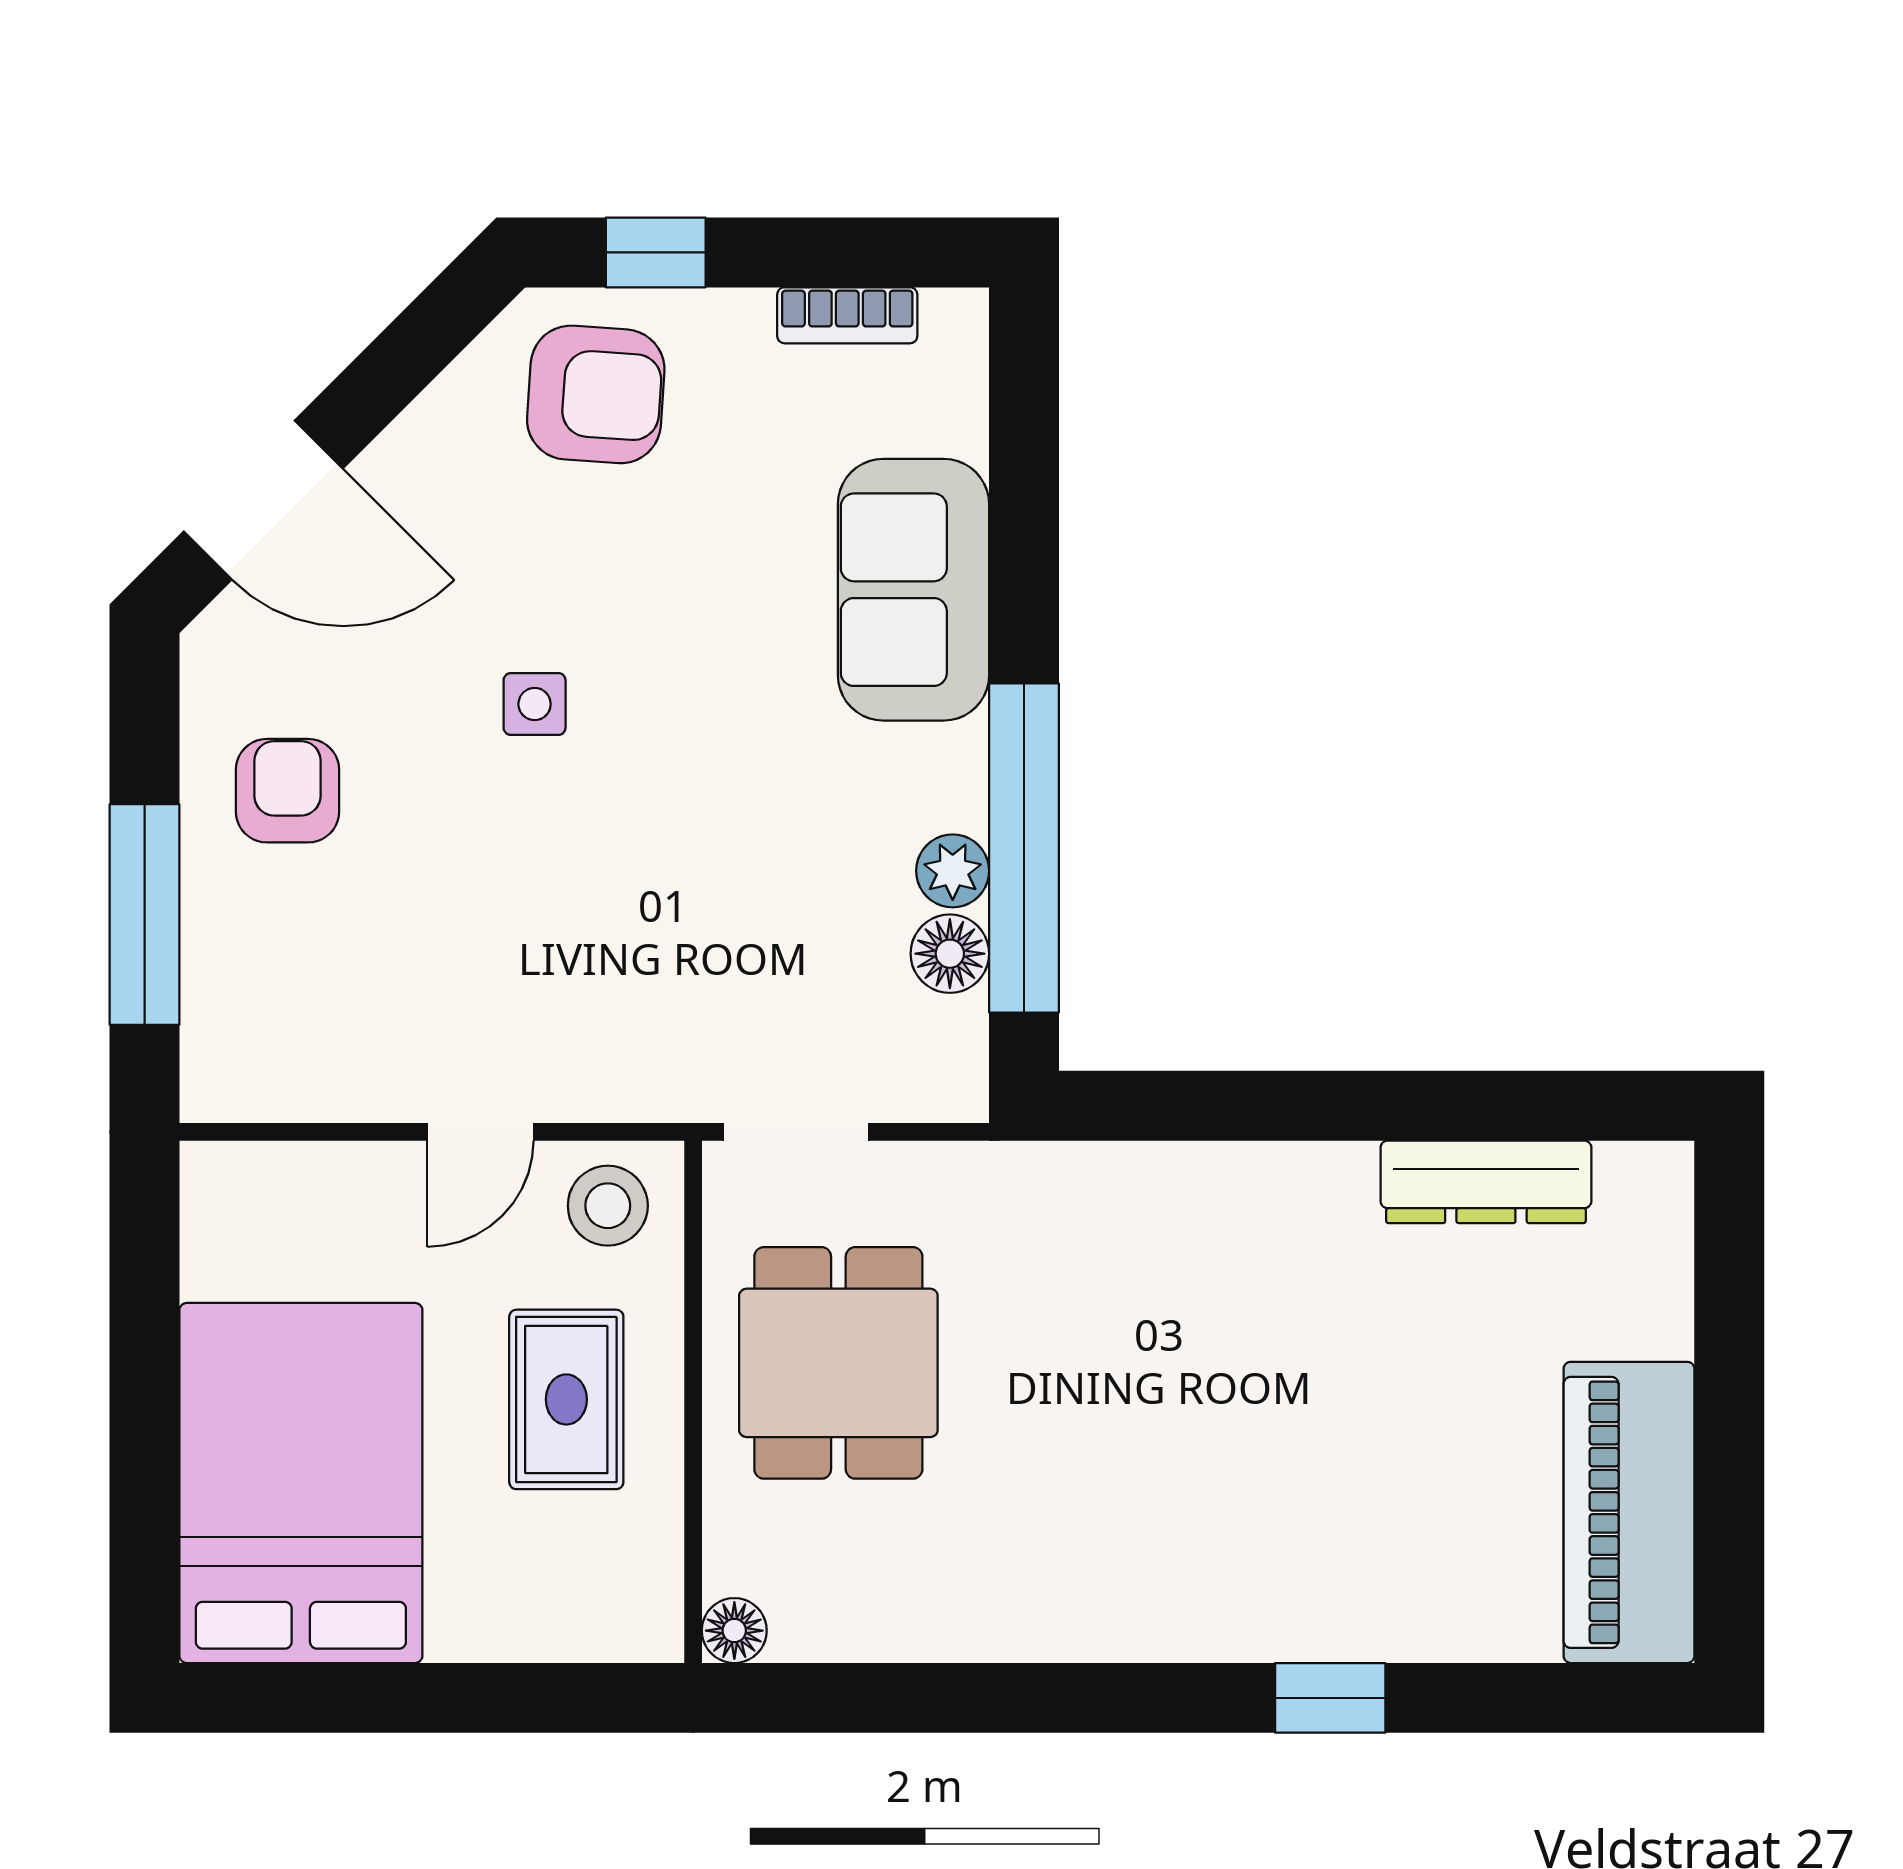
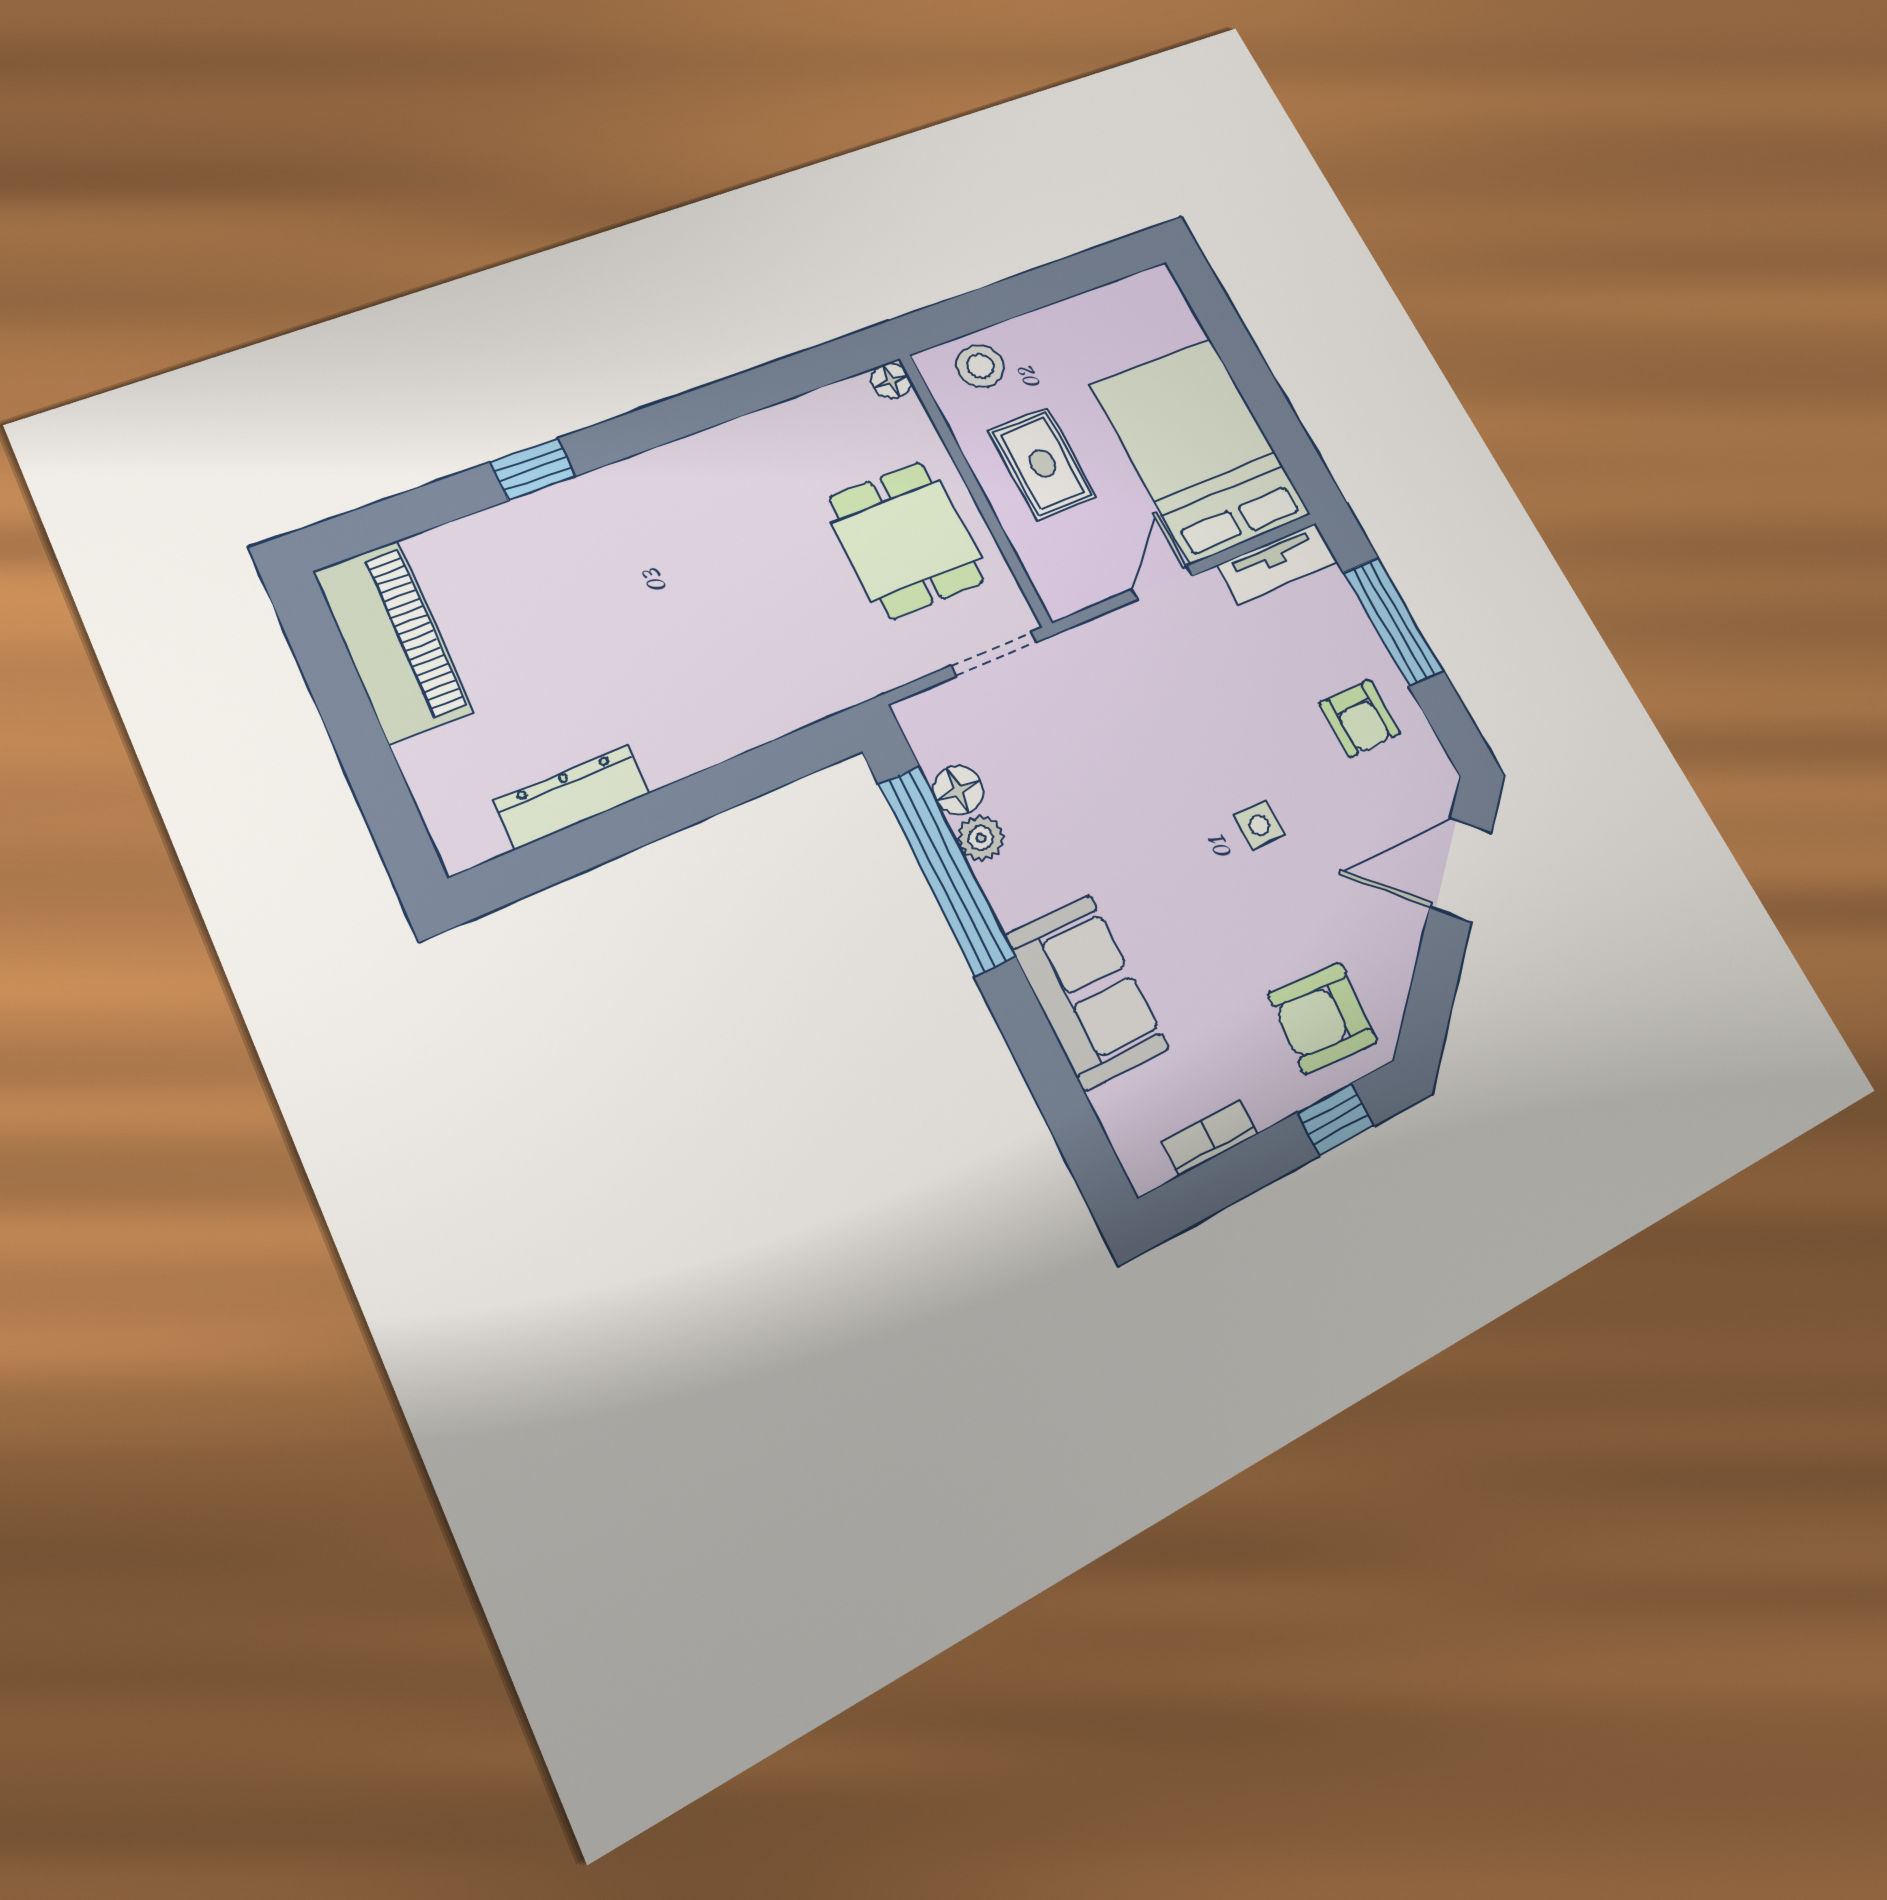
tv unit: (279, 1085) -> (1277, 563), added
stool: (608, 1206) -> (980, 366), moved
bed: (301, 1483) -> (1200, 449), moved, turned 180

